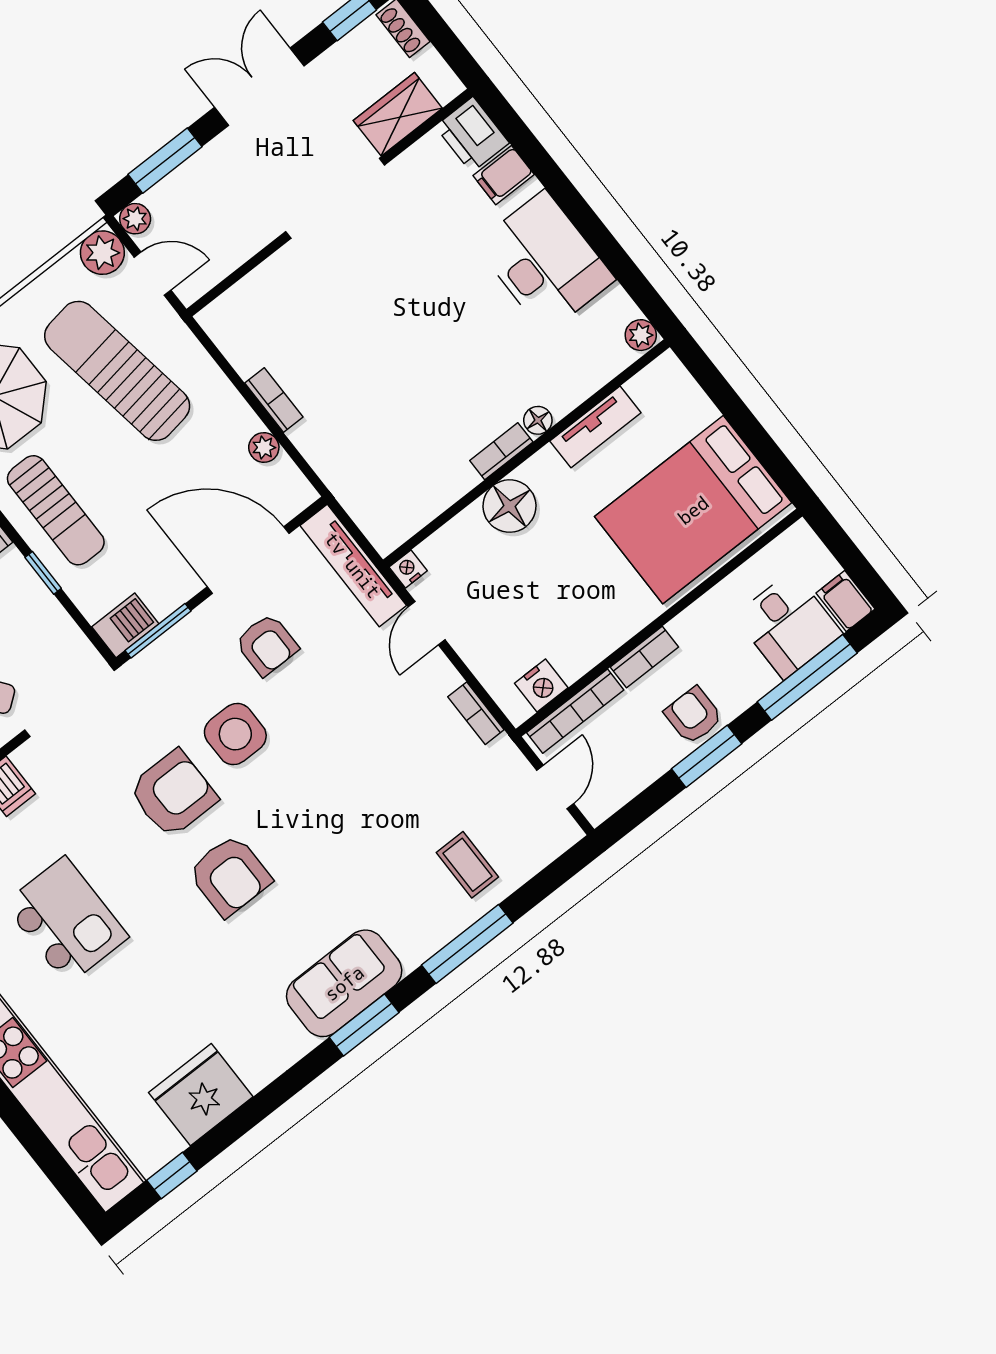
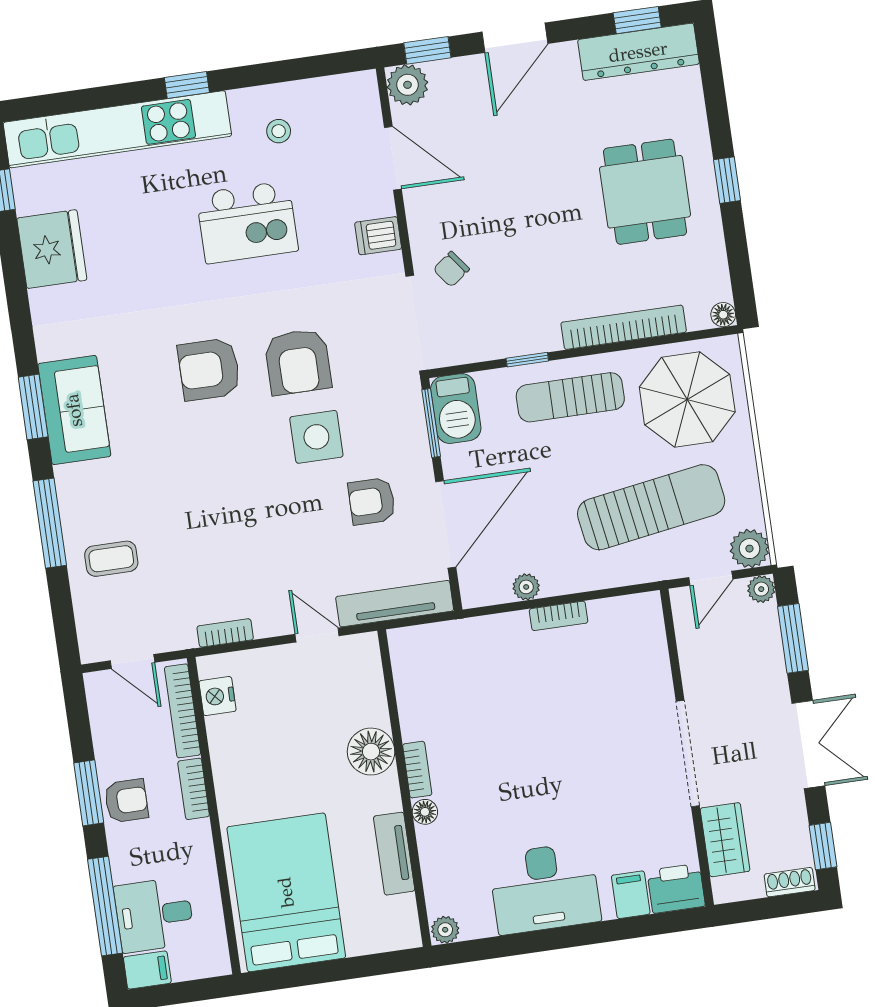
nightstand: (408, 569) -> (367, 645), removed
barbecue: (125, 625) -> (456, 409), width x1.38, depth x1.27

